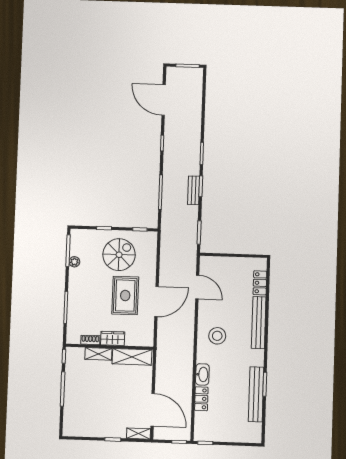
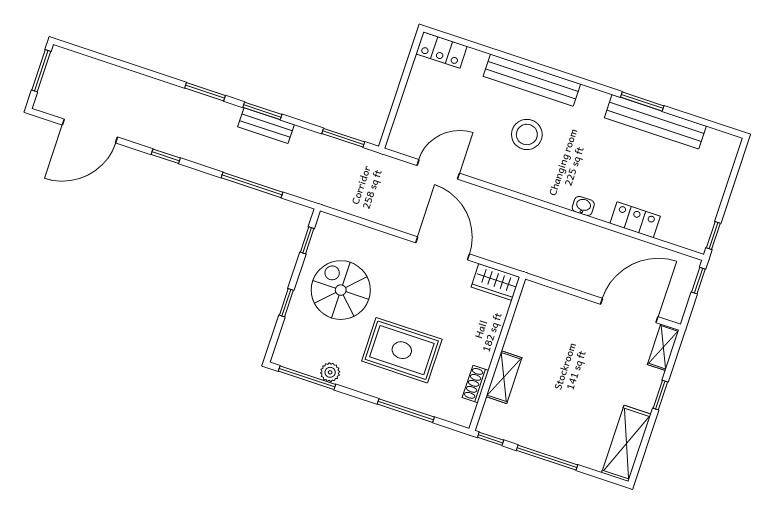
locker: (260, 283) -> (441, 50), moved
rug: (125, 296) -> (402, 350), moved
stool: (217, 336) -> (527, 134), moved
wardrobe: (113, 338) -> (495, 282), moved, turned -90
shelving: (132, 357) -> (626, 444), moved
washbasin: (202, 374) -> (583, 206), width x0.52, depth x0.69

